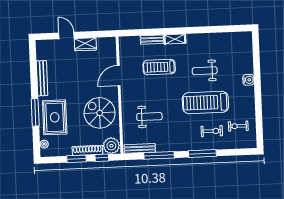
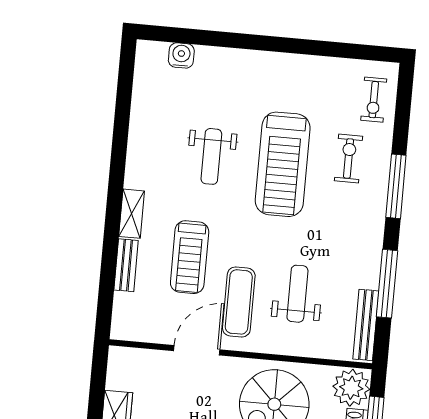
door: (119, 76) -> (197, 350), swing flipped
water cooler: (248, 80) -> (181, 55), moved
exercise mat: (142, 91) -> (239, 302), added
exercise bike: (238, 126) -> (374, 100), moved

